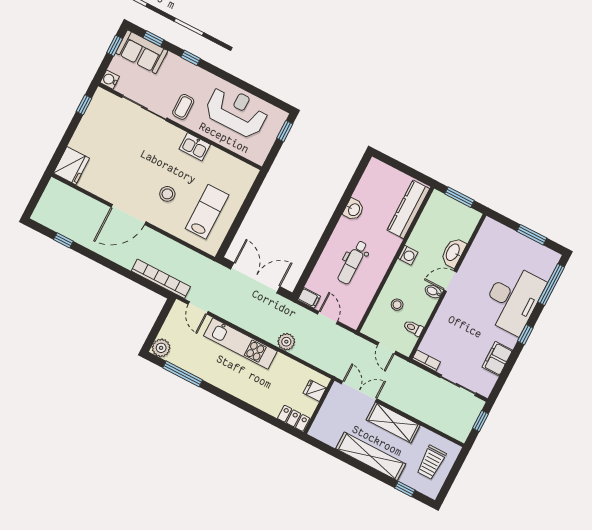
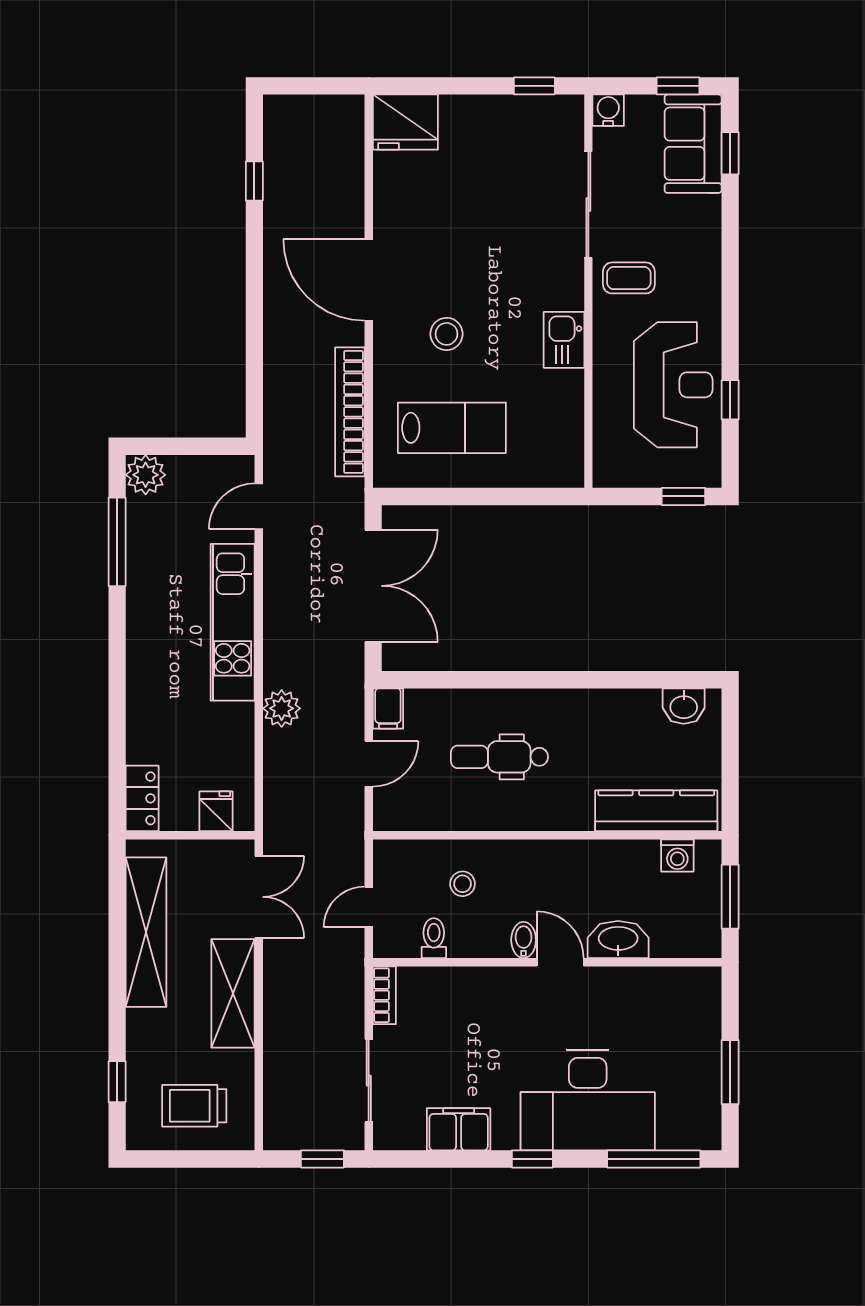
window: (191, 58) -> (730, 400), moved
washbasin: (354, 210) -> (684, 706), moved
washing machine: (408, 255) -> (677, 856), moved
bookcase: (161, 279) -> (350, 412), moved, turned 180
shelving: (371, 456) -> (146, 932), moved

